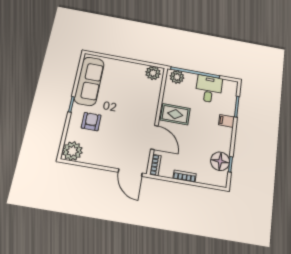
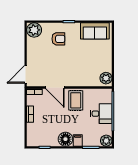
plant: (177, 77) -> (106, 141), moved
sofa: (89, 81) -> (95, 31), width x0.73
desk: (209, 89) -> (101, 114), moved
door: (154, 137) -> (55, 87), hinge flipped
floor lamp: (220, 161) -> (65, 139), moved

